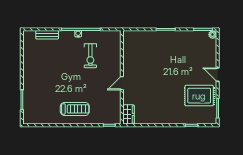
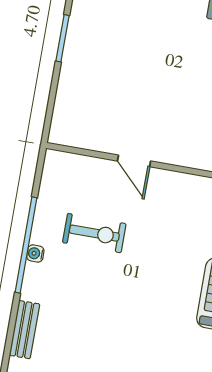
door: (122, 83) -> (134, 161), moved

